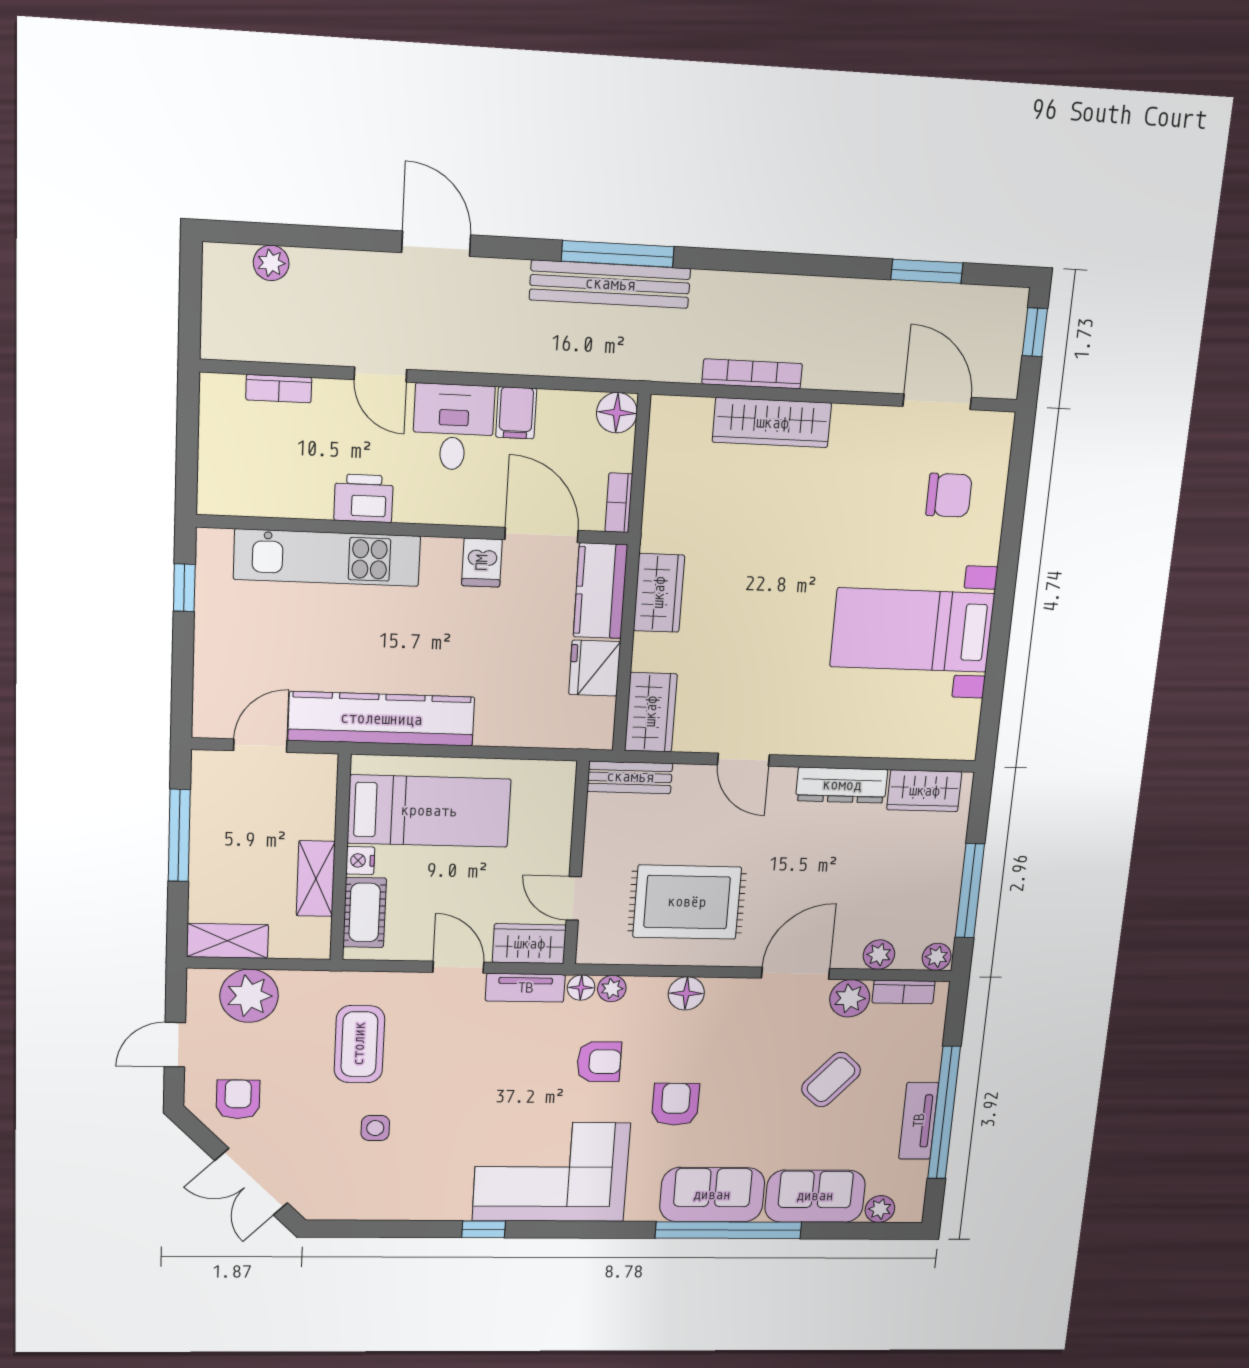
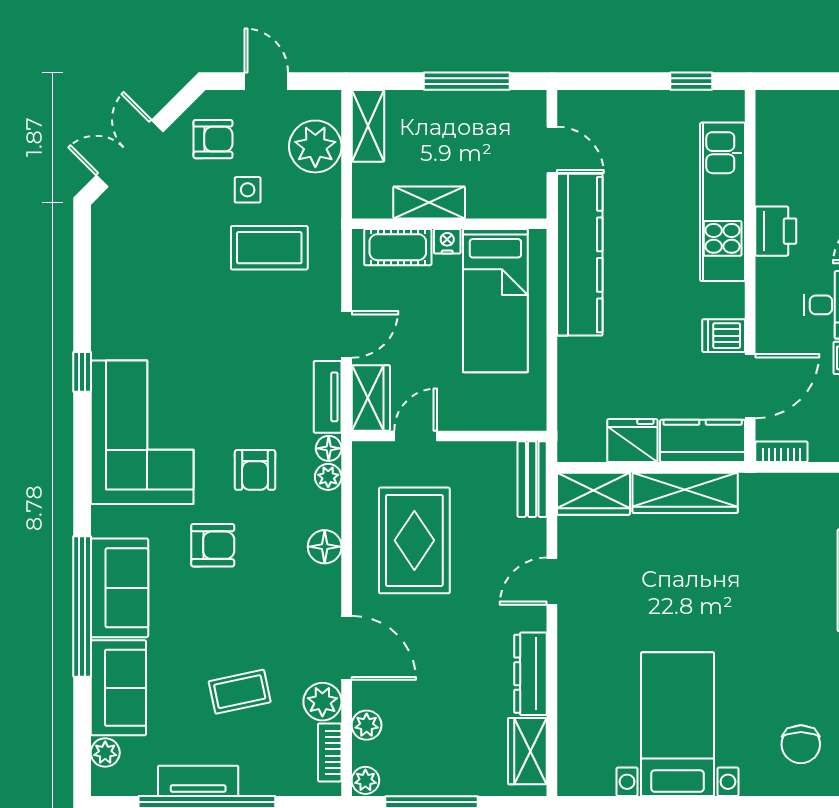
wardrobe: (659, 593) -> (685, 493), width x1.50
coffee table: (831, 1080) -> (240, 692), turned -54
side table: (375, 1128) -> (248, 190), moved

